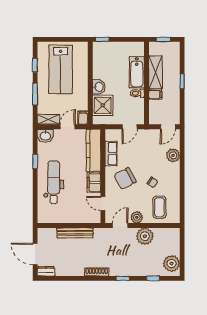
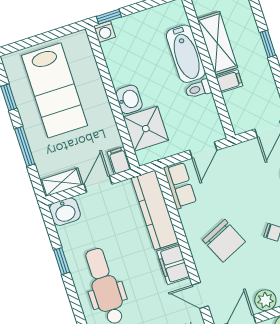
washing machine: (97, 47) -> (105, 32), added
row of seats: (111, 154) -> (180, 185), moved
chair: (125, 179) -> (224, 241), turned -86

